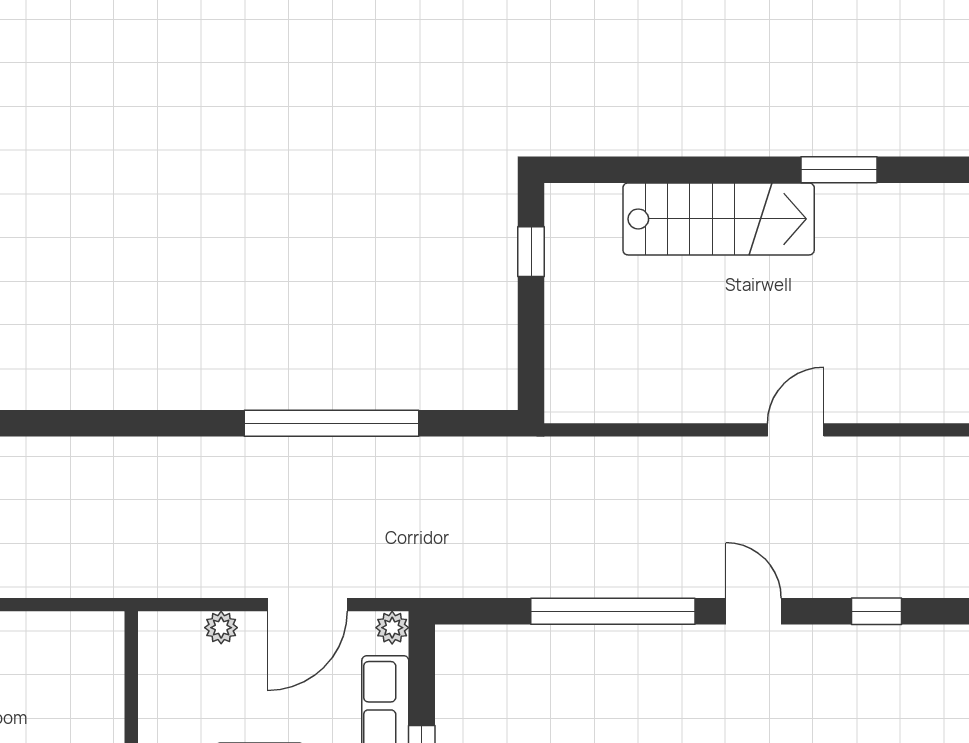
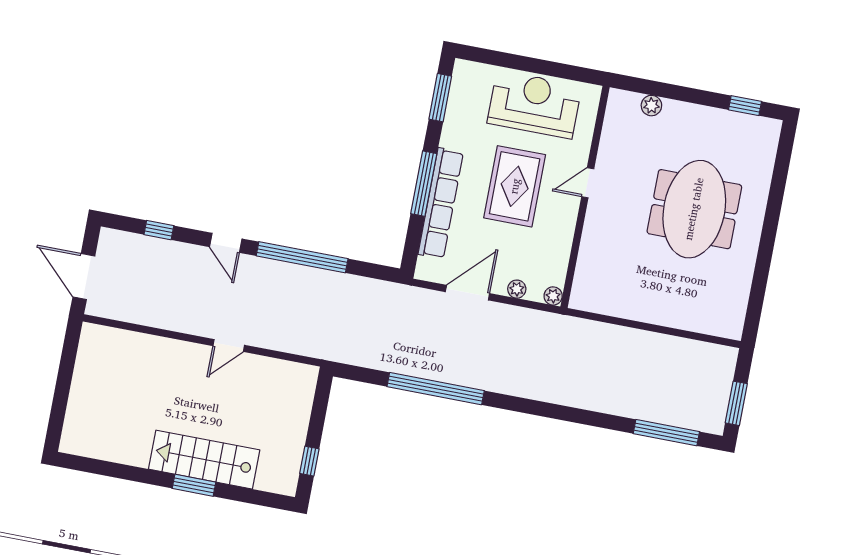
window: (839, 170) -> (194, 485), moved
door: (796, 430) -> (229, 345), moved
plant: (392, 628) -> (553, 296), moved

